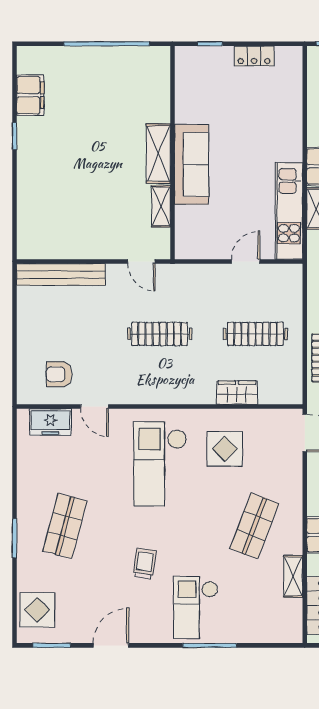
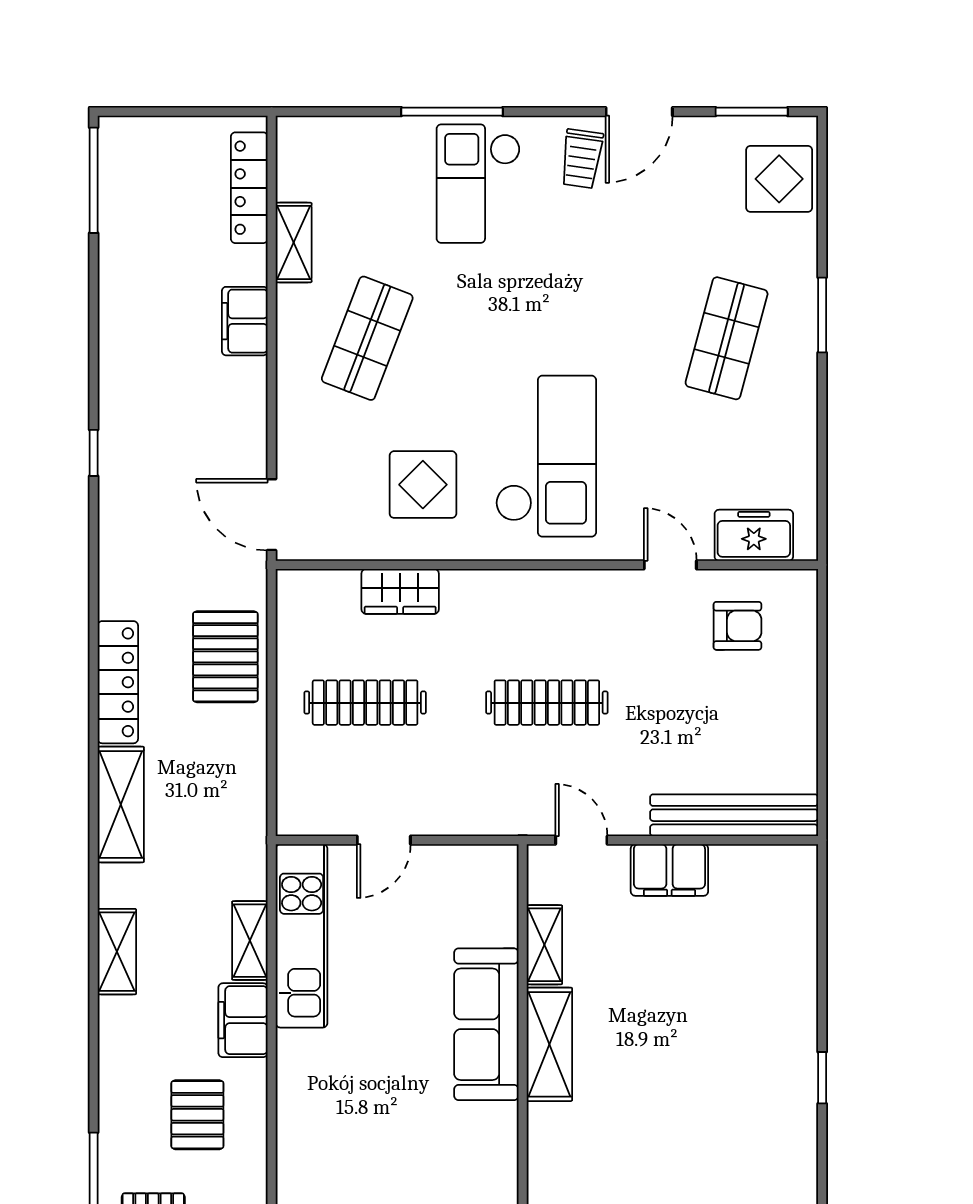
filing cabinet: (30, 95) -> (669, 870), moved, turned -90
trolley: (145, 564) -> (582, 159), moved
checkout: (196, 607) -> (478, 184), turned 180

